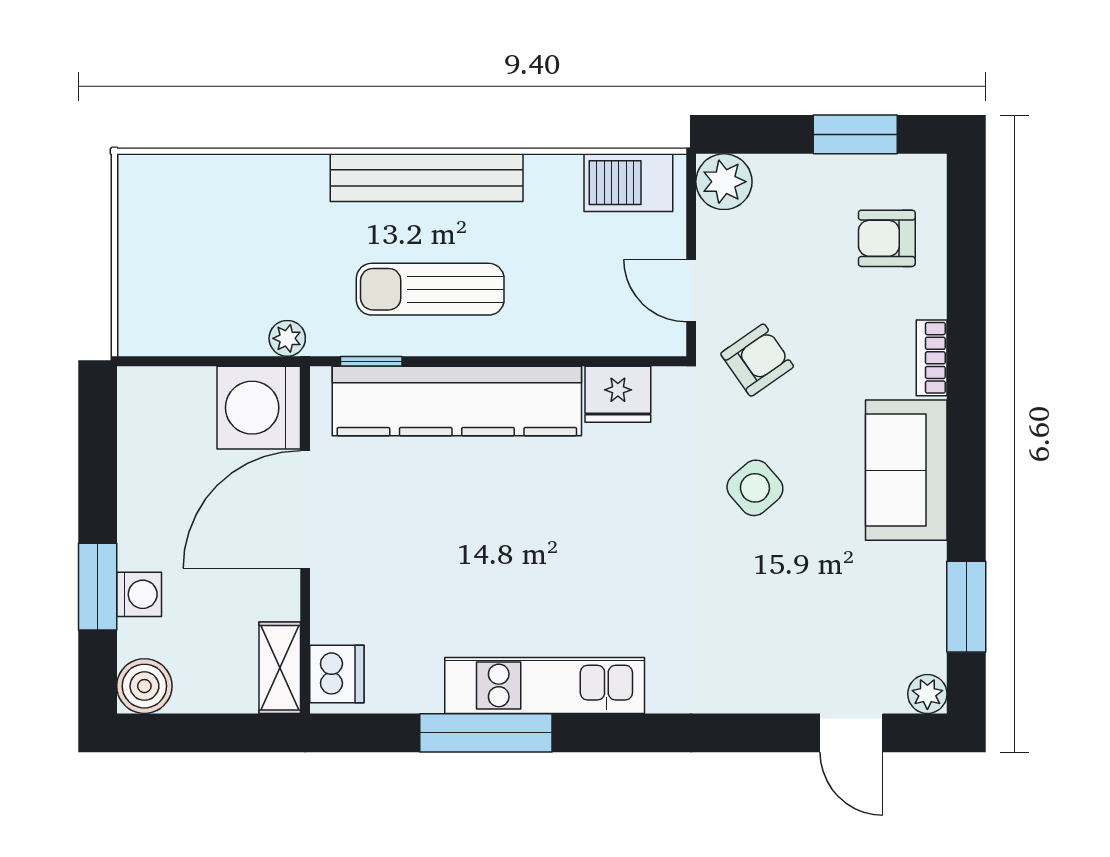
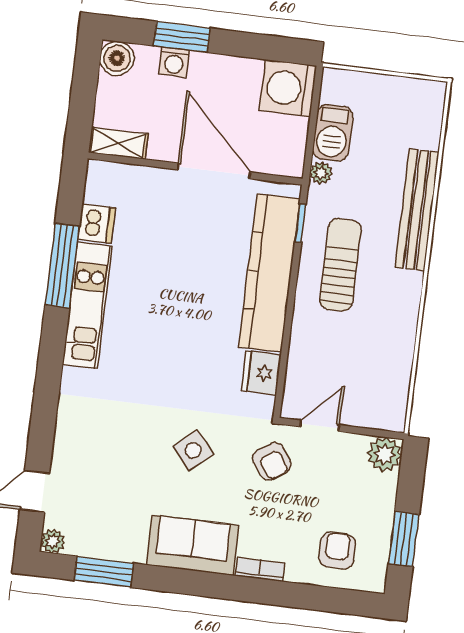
bench: (427, 178) -> (417, 210), moved
barbecue: (628, 183) -> (333, 133), moved, turned 180
washing machine: (259, 408) -> (288, 88), moved, turned -90
dishwasher: (337, 674) -> (96, 224), moved, turned -90

